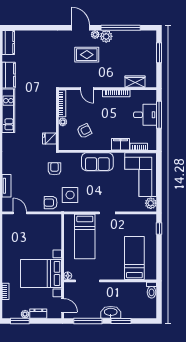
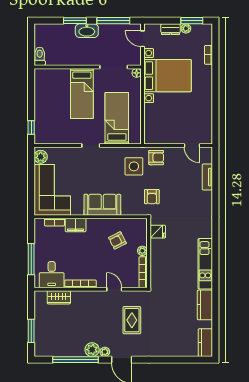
rug: (87, 55) -> (132, 320), moved, turned 90
desk: (145, 115) -> (52, 275), moved, turned -90
bed: (134, 258) -> (82, 93), moved

